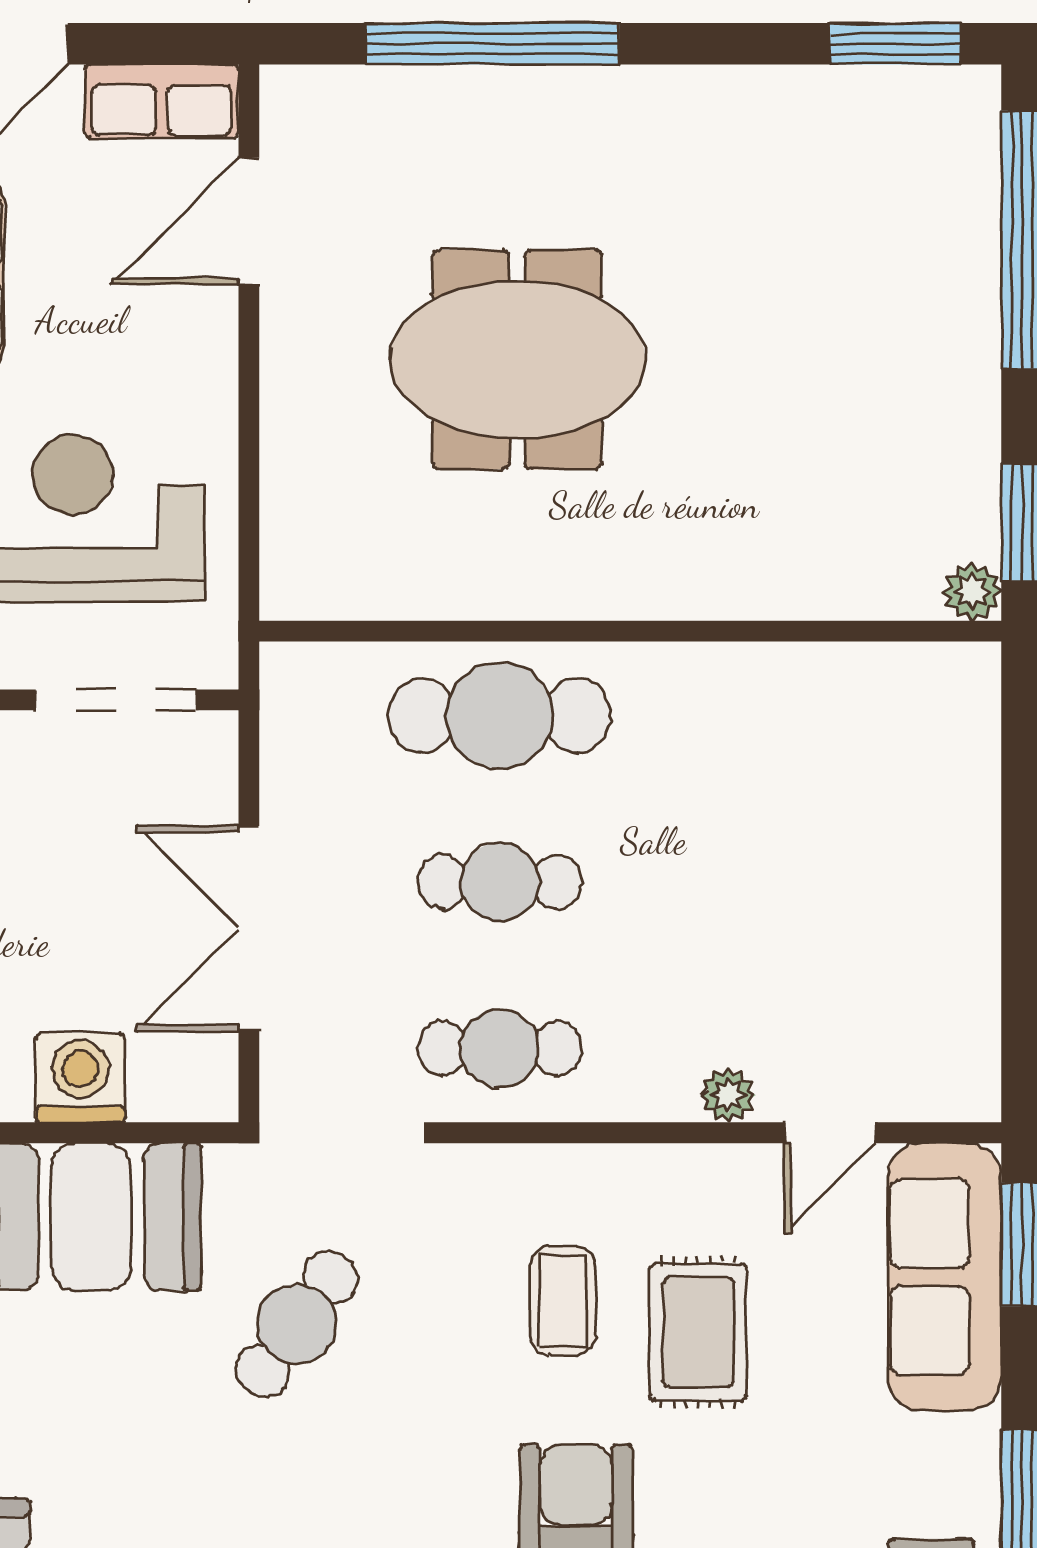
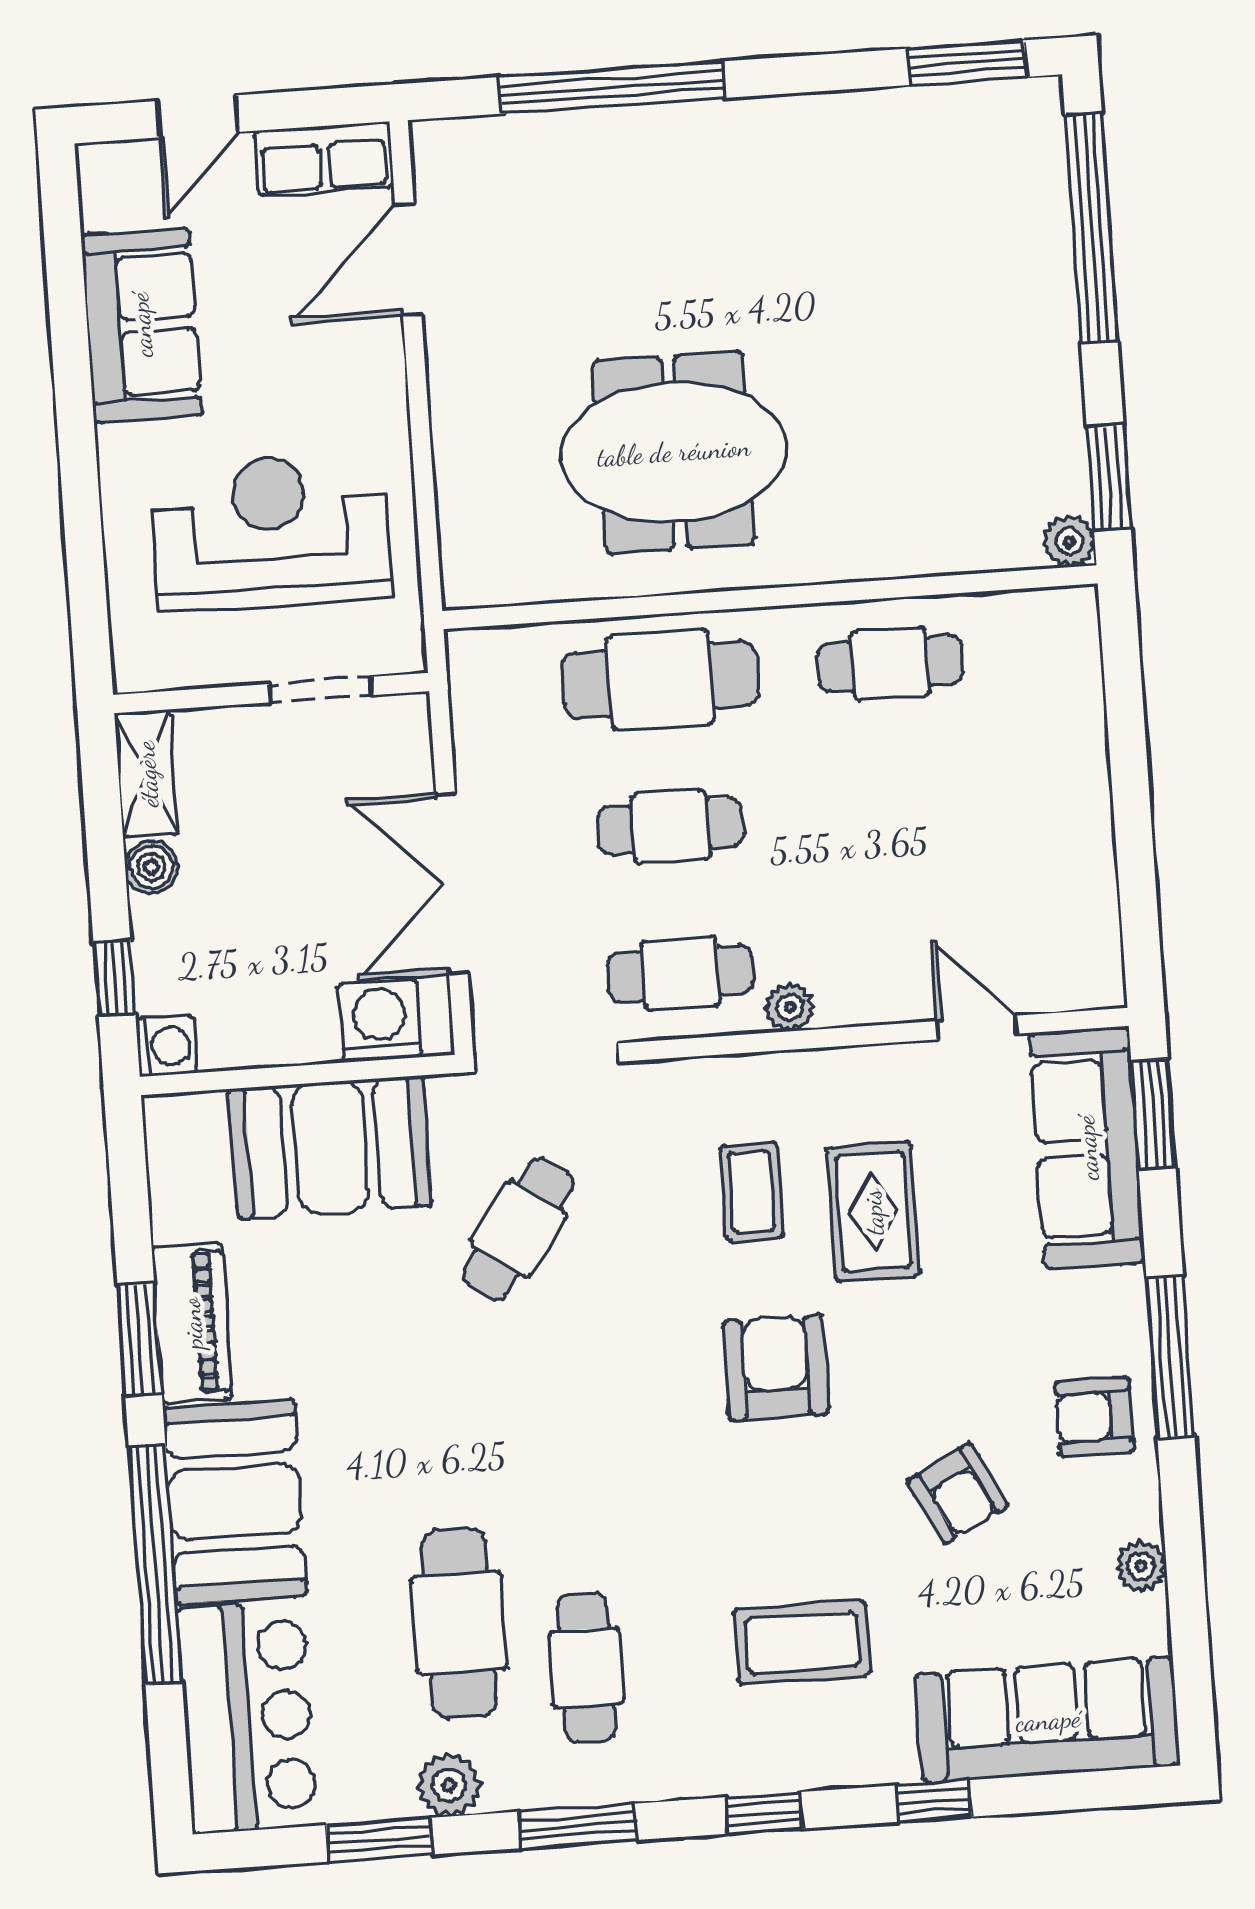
meeting table: (517, 360) -> (674, 452), moved
doorway: (116, 700) -> (320, 690), width x0.73
cafe table: (761, 716) -> (890, 664), added
washing machine: (80, 1078) -> (379, 1020), moved
plant: (728, 1095) -> (790, 1007), moved
door: (830, 1133) -> (977, 1027), swing flipped

